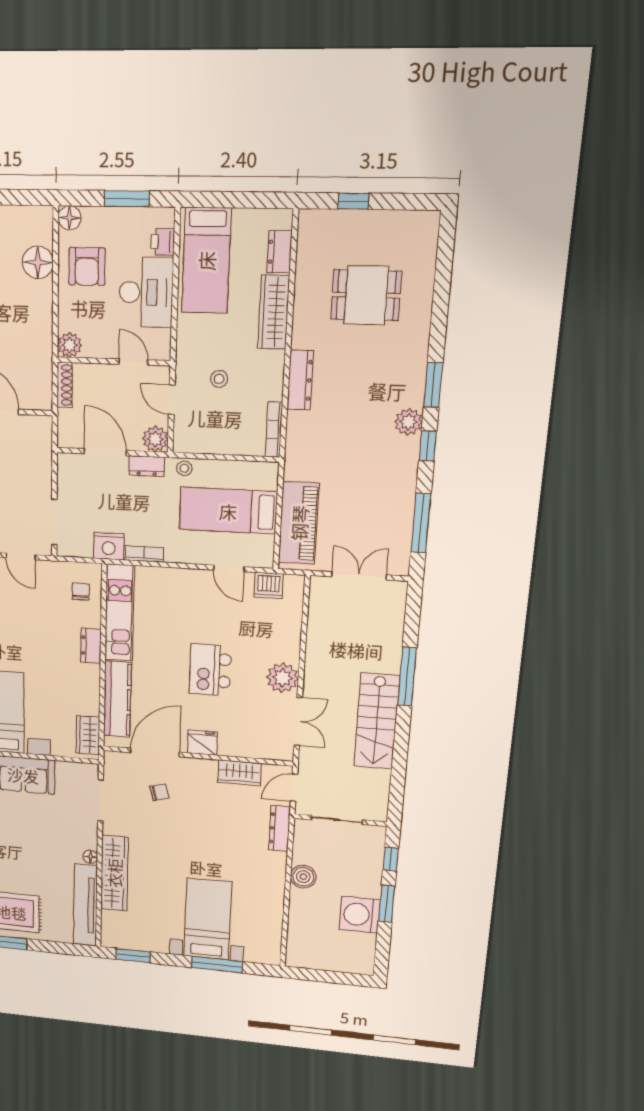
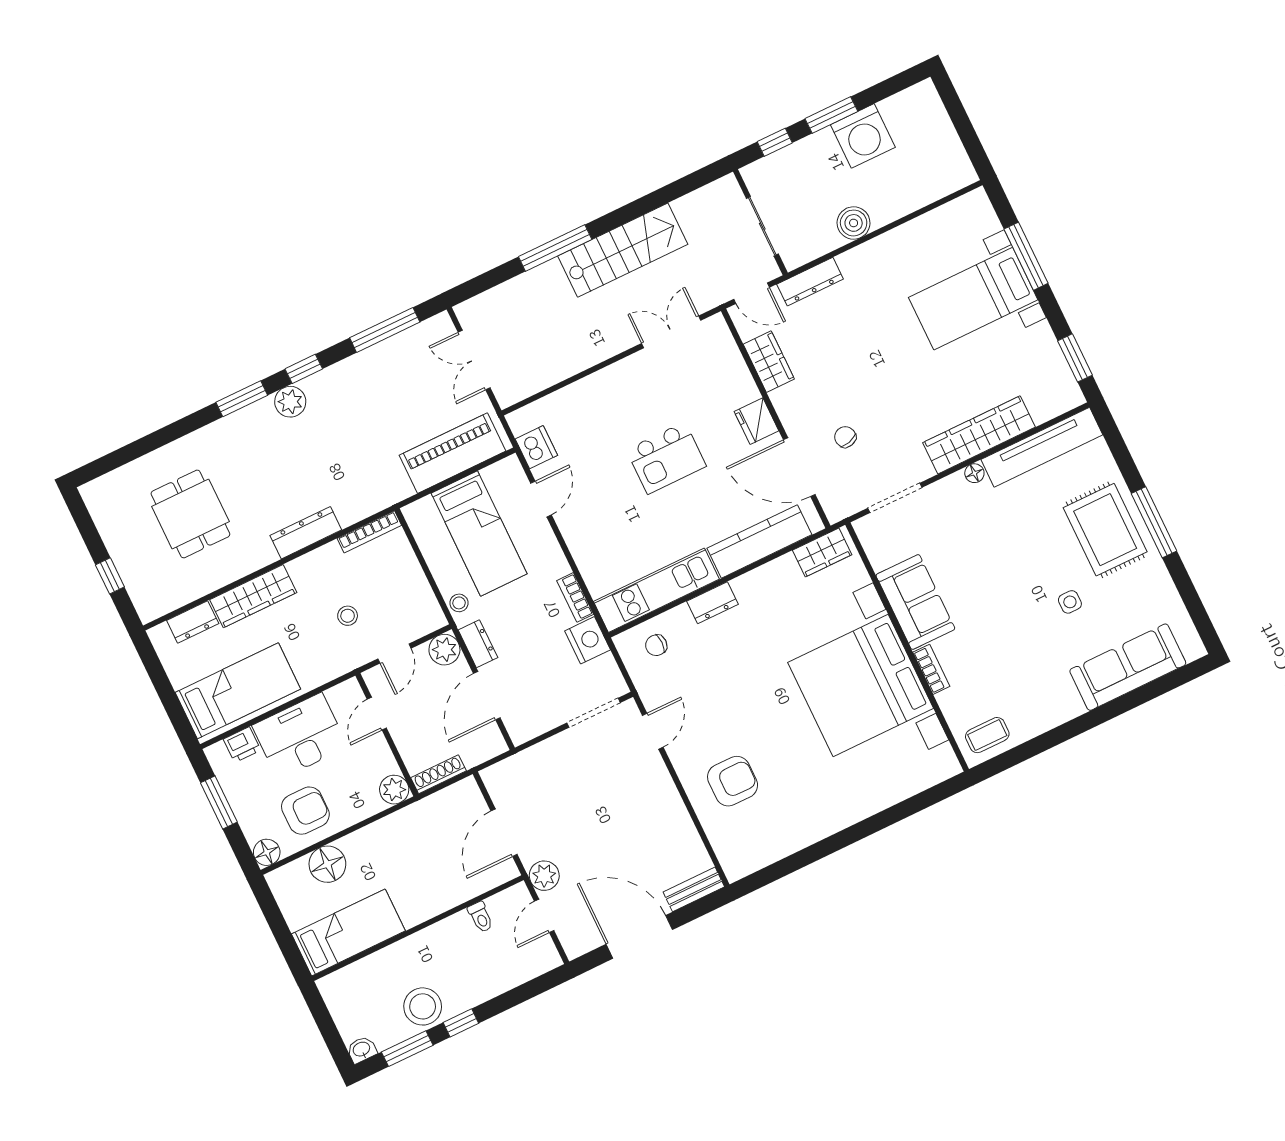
plant: (283, 678) -> (631, 376), removed

